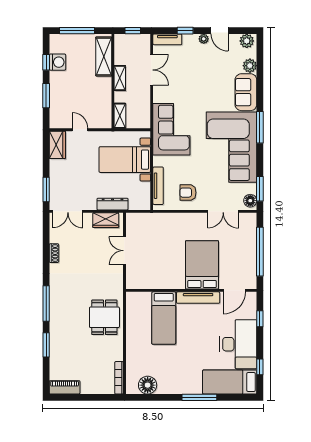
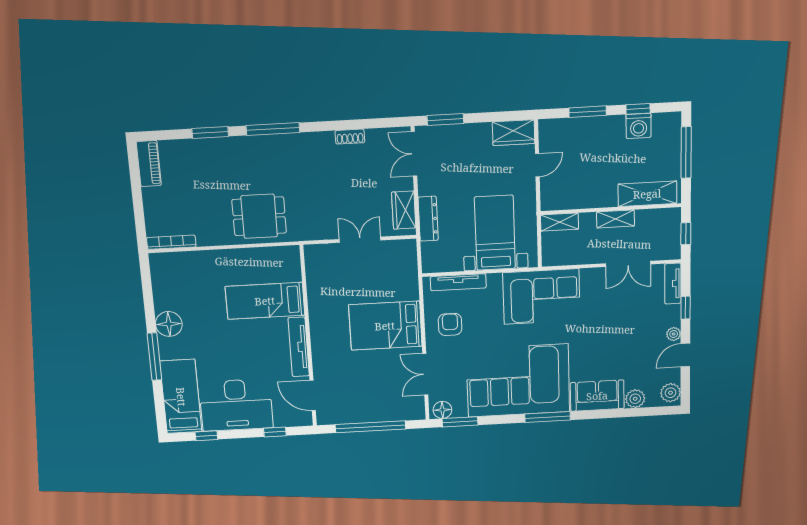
bed: (202, 265) -> (385, 326), moved, turned 180
floor lamp: (148, 385) -> (169, 324), moved

